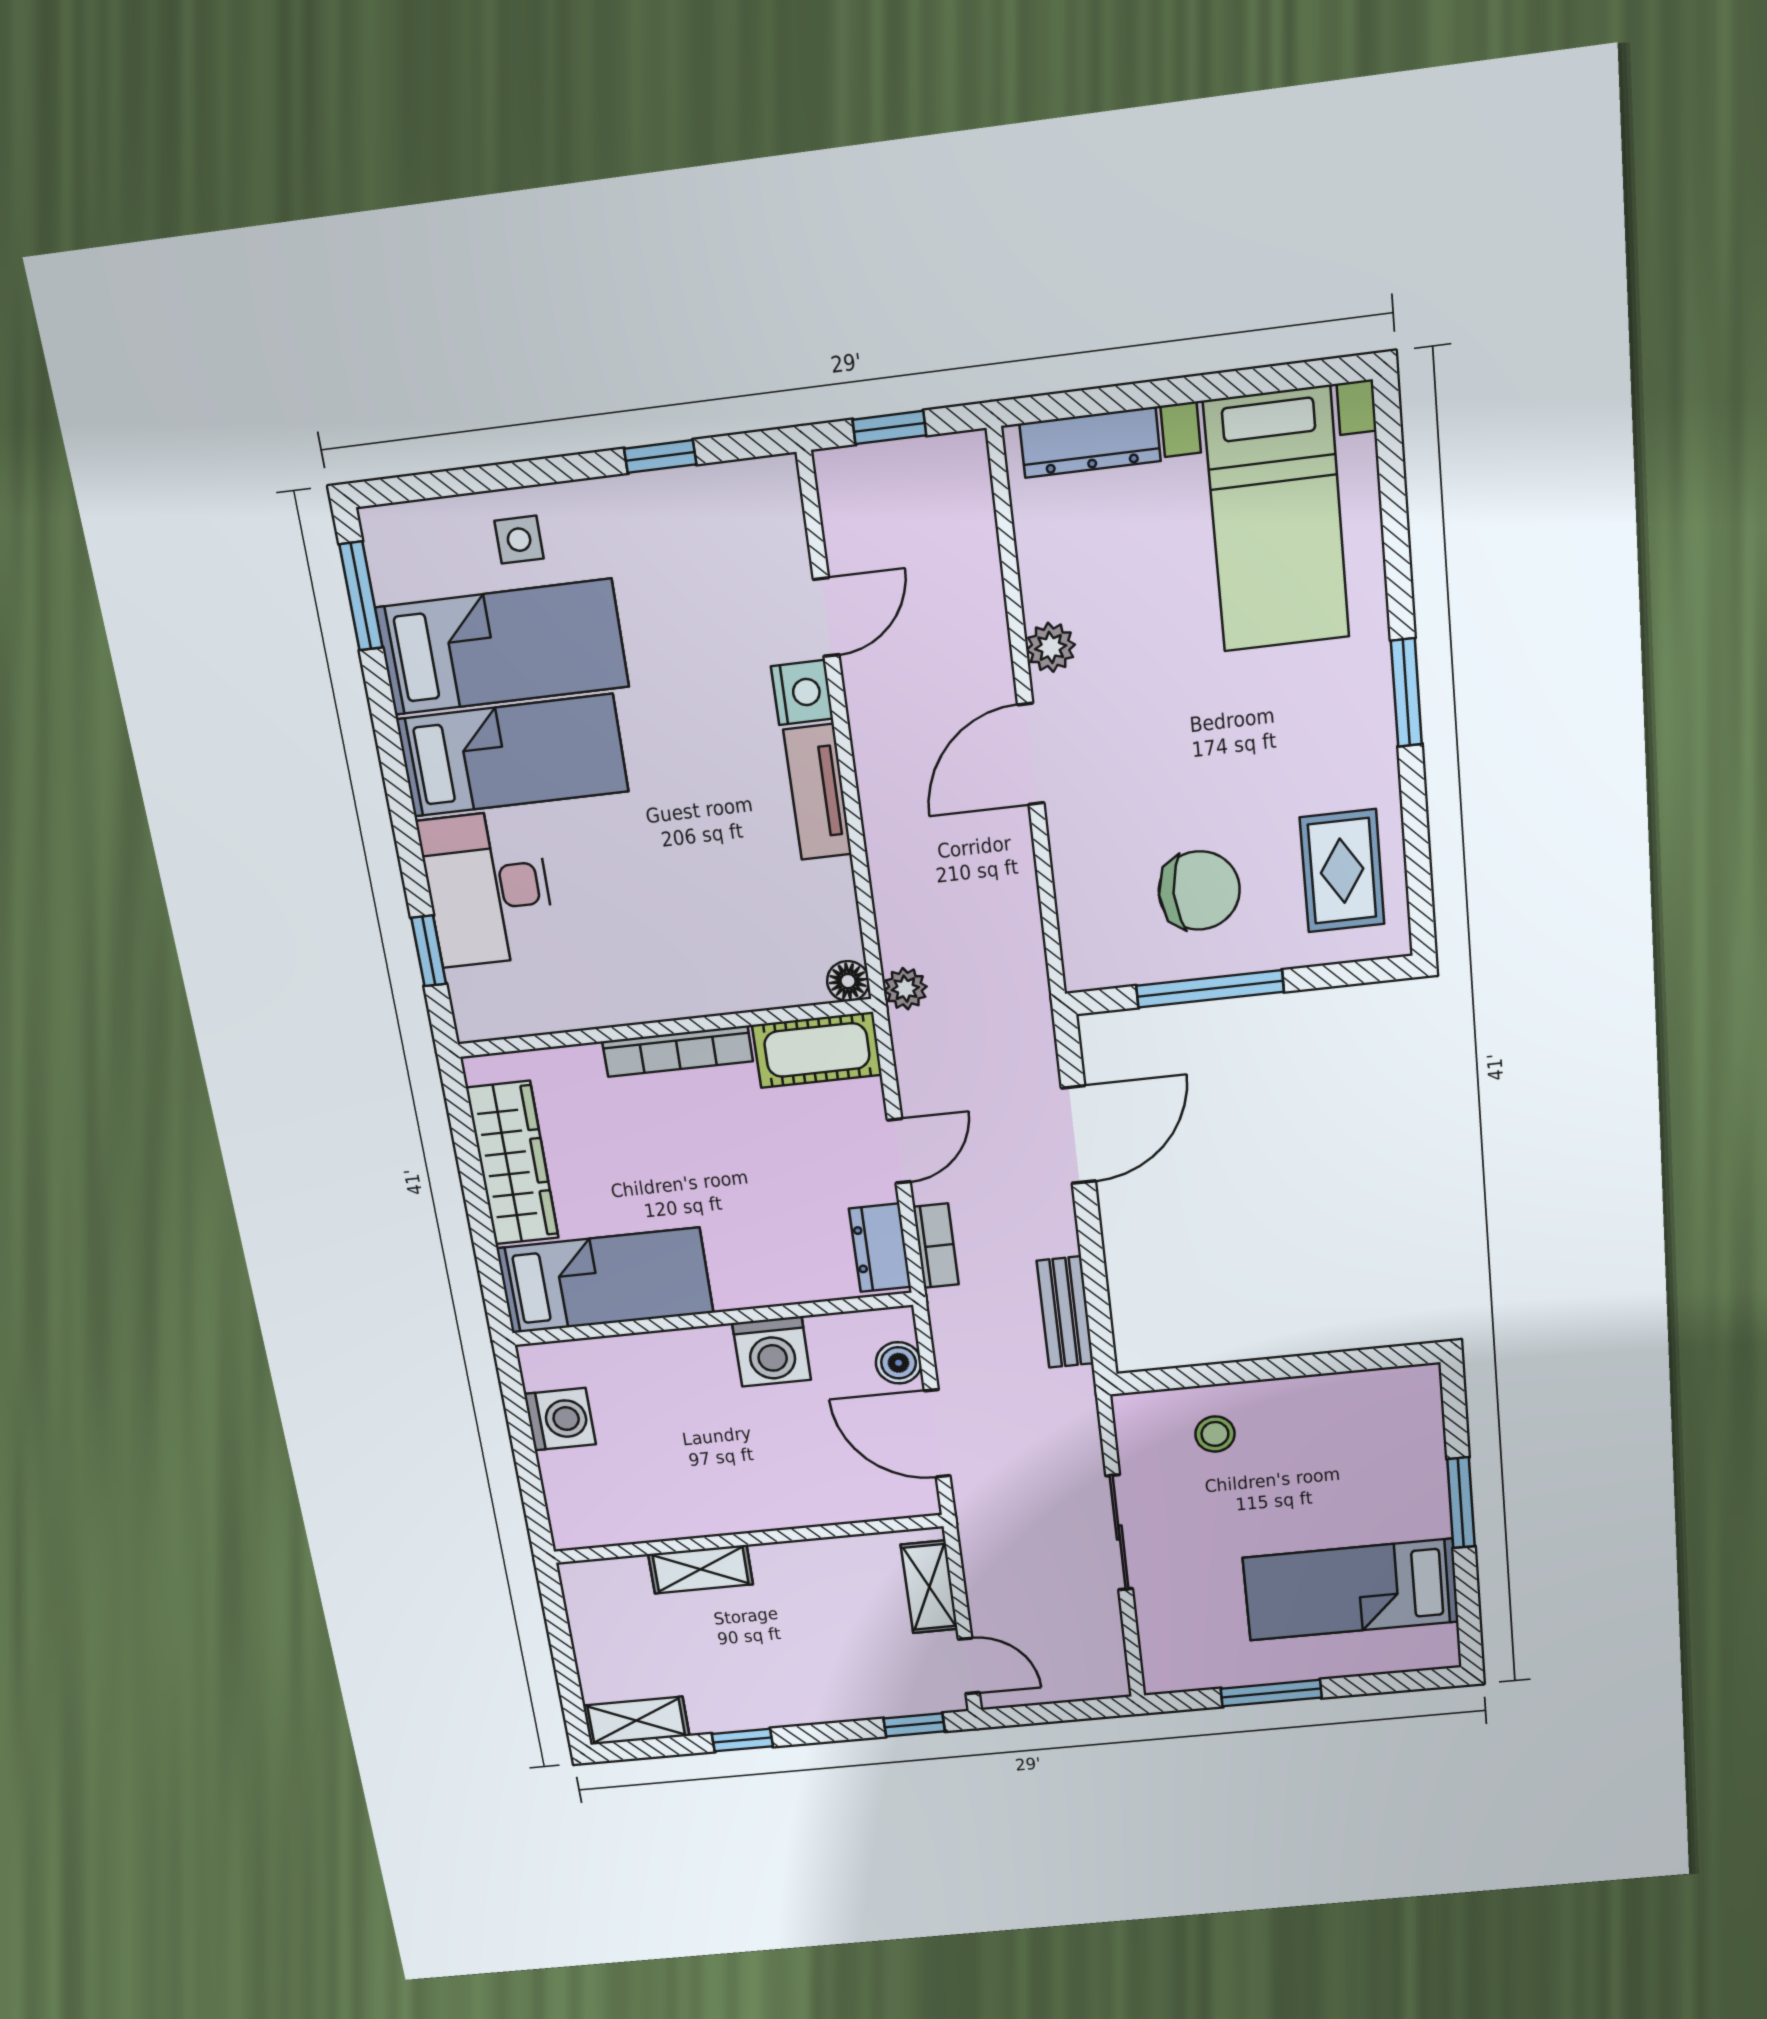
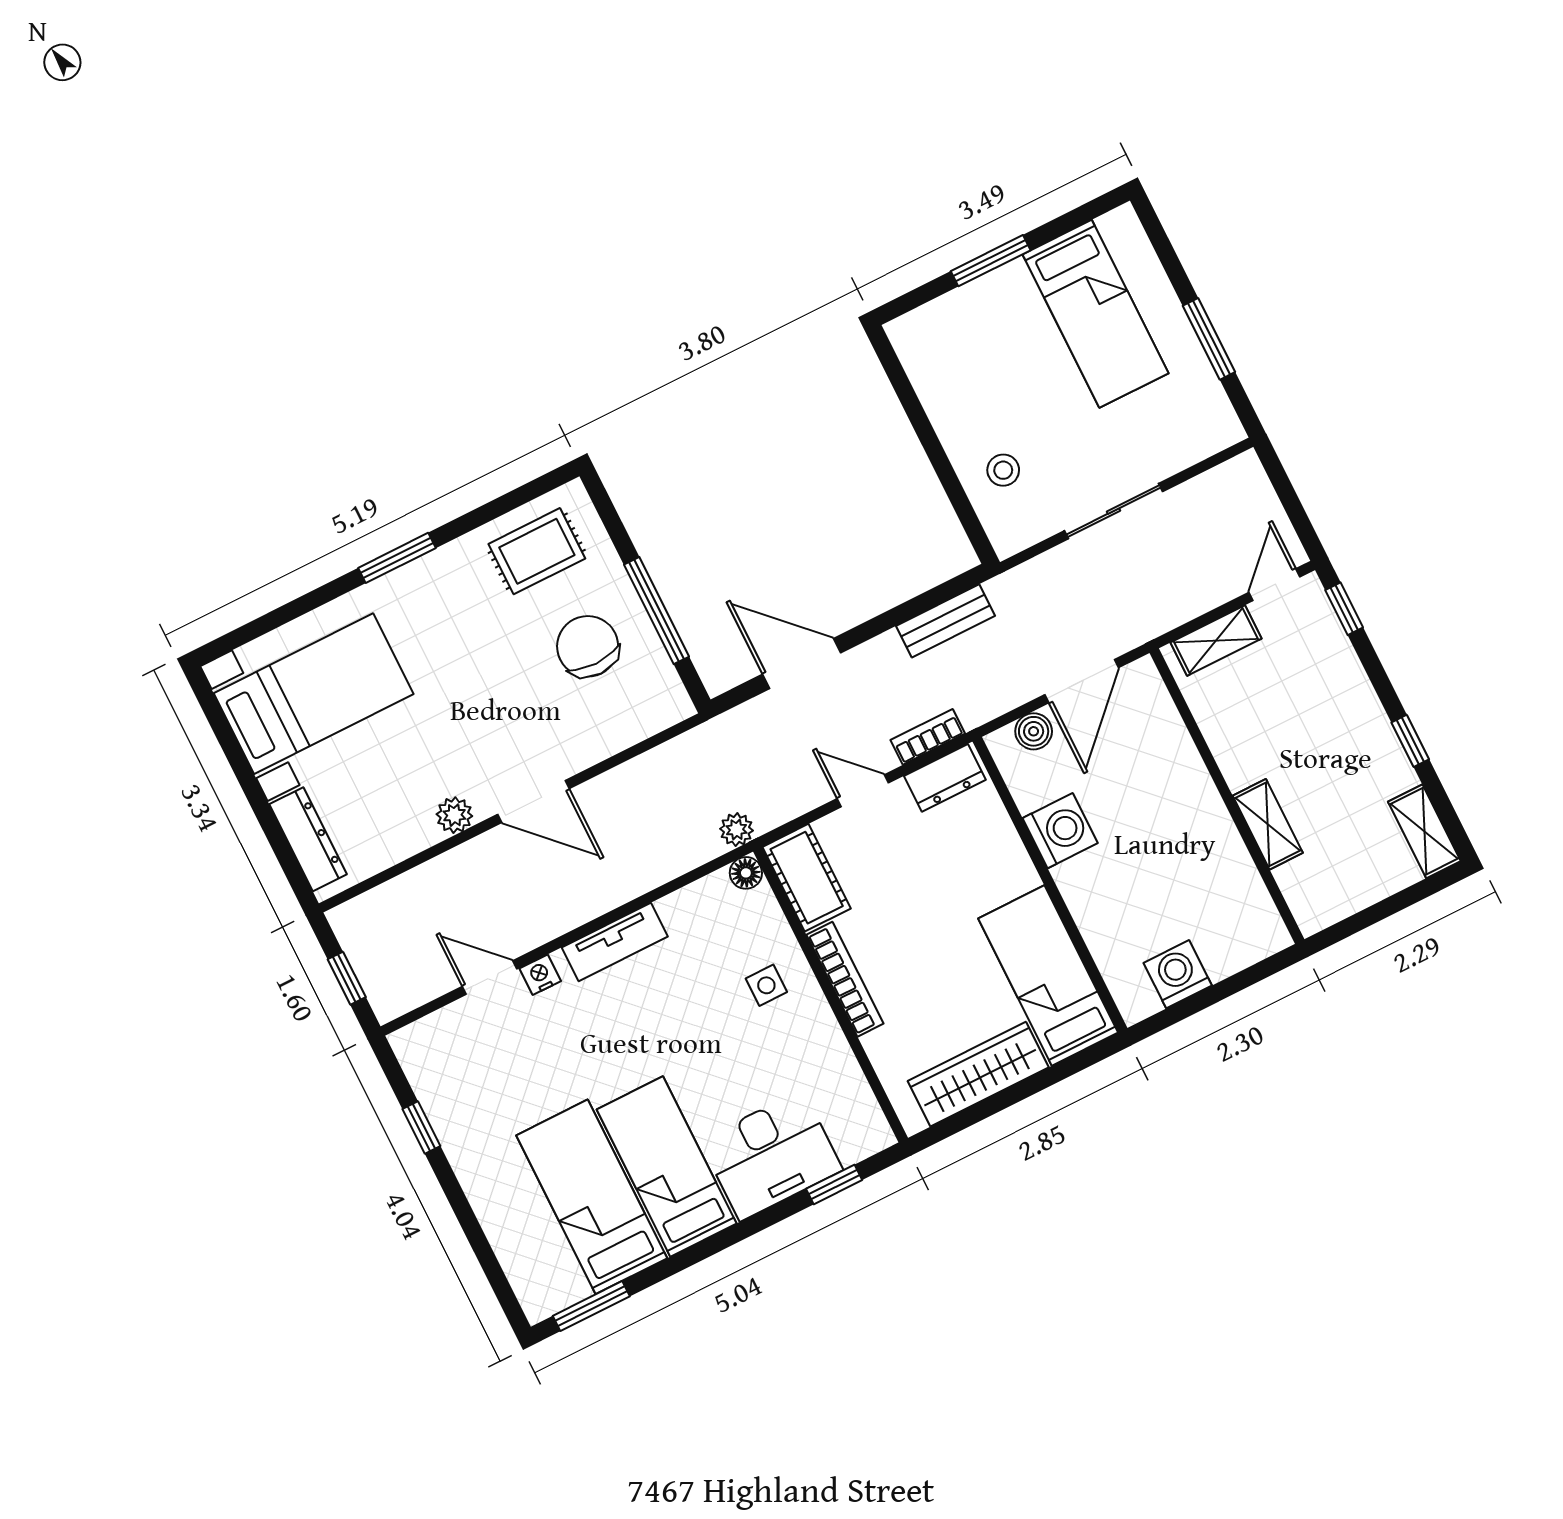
side table: (519, 540) -> (766, 985), moved
nightstand: (802, 693) -> (540, 975), width x0.72, depth x0.74

